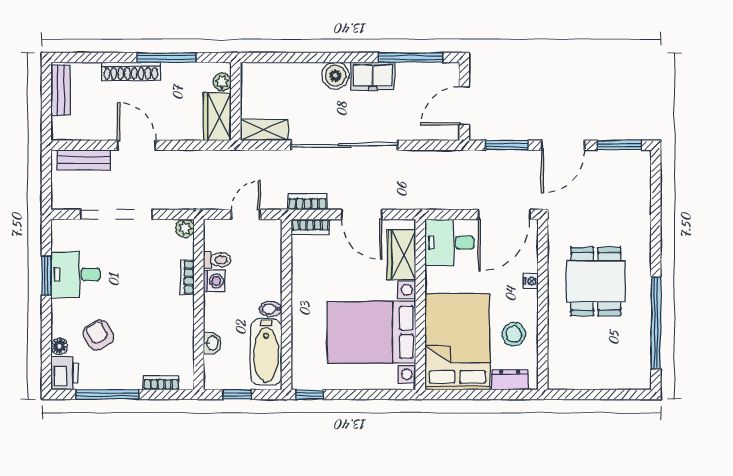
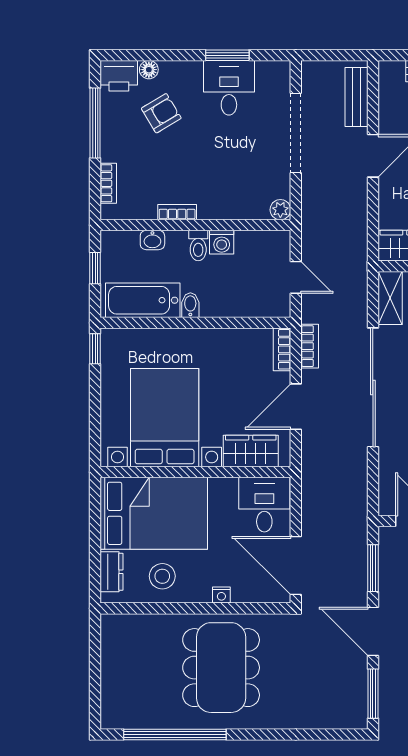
toilet: (217, 260) -> (198, 246), moved
bookcase: (187, 277) -> (177, 212), moved
dining table: (596, 281) -> (221, 668), width x1.38

